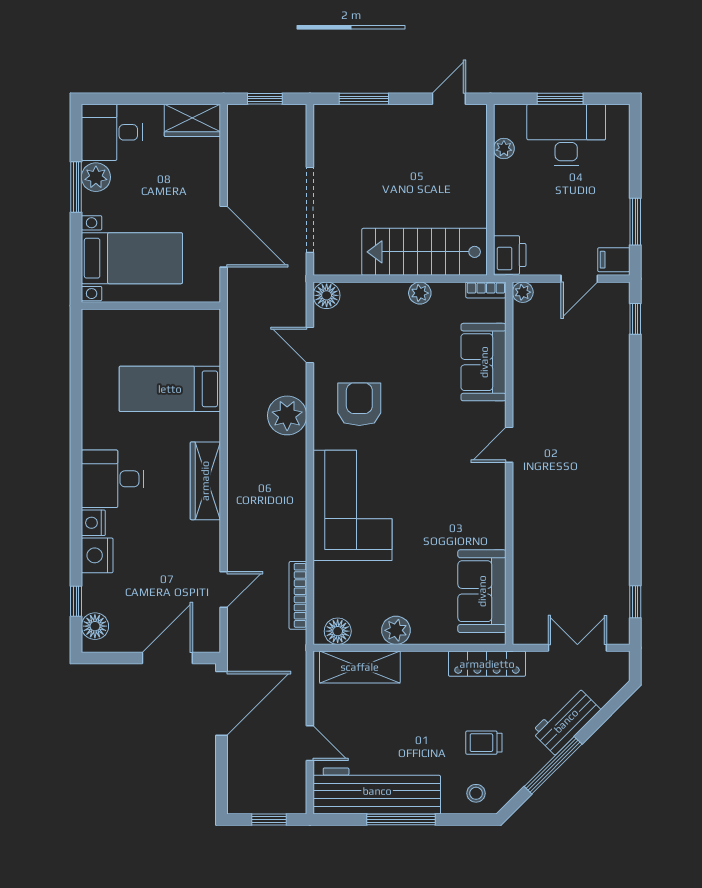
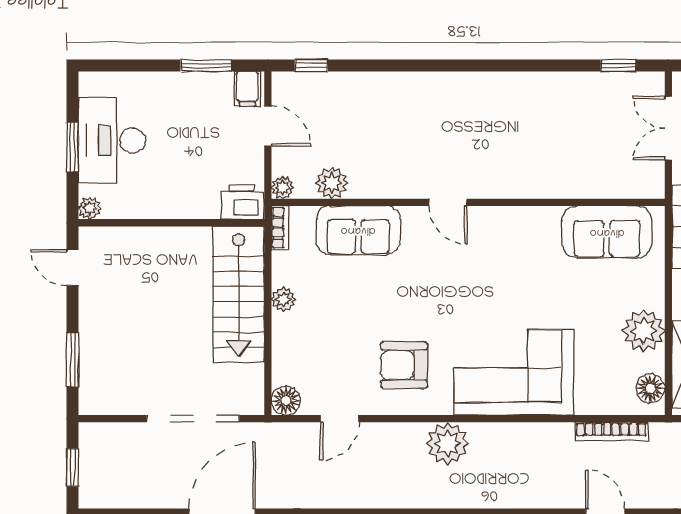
plant: (504, 149) -> (90, 208), moved
plant: (527, 338) -> (332, 183), added
plant: (287, 415) -> (447, 443), moved
plant: (396, 630) -> (644, 331), width x1.36, depth x1.36

